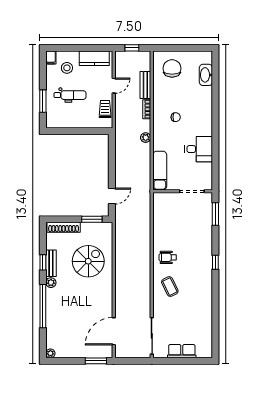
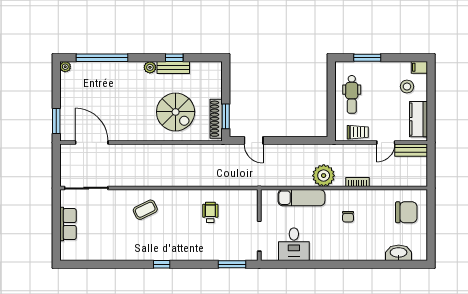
window: (132, 48) -> (431, 164), removed
bench: (145, 85) -> (411, 150), moved
door: (114, 86) -> (386, 142), hinge flipped
dental chair: (70, 95) -> (352, 94), moved
plant: (146, 138) -> (324, 176), width x1.87, depth x1.87
desk: (199, 149) -> (294, 244), moved
exam couch: (160, 171) -> (301, 198), moved
shoe rack: (64, 227) -> (216, 119), moved
wheelchair: (168, 257) -> (210, 212), moved
window: (215, 262) -> (162, 264), moved
window: (43, 306) -> (102, 58), moved

